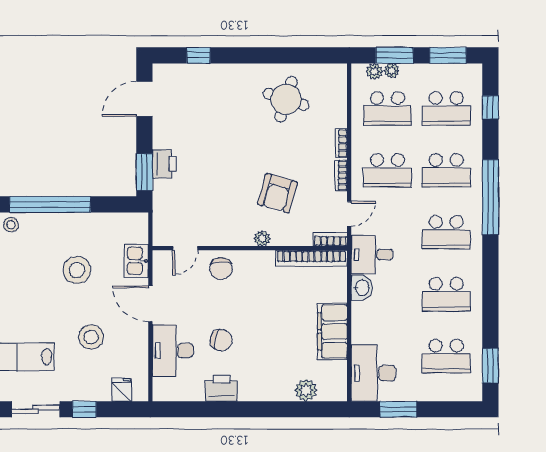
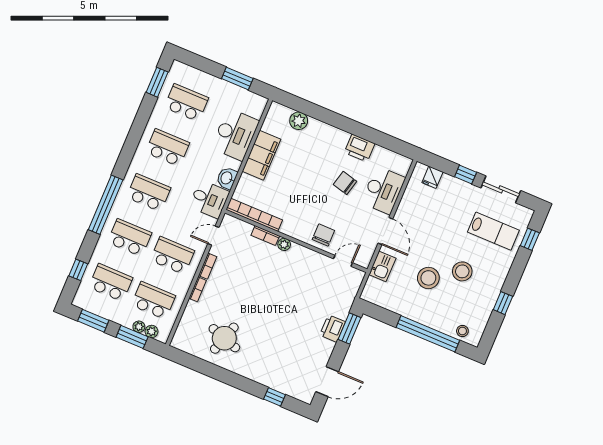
armchair: (277, 193) -> (259, 273), removed
bookcase: (330, 239) -> (265, 236), moved
stool: (91, 337) -> (462, 271), moved
desk: (373, 373) -> (235, 135), moved

